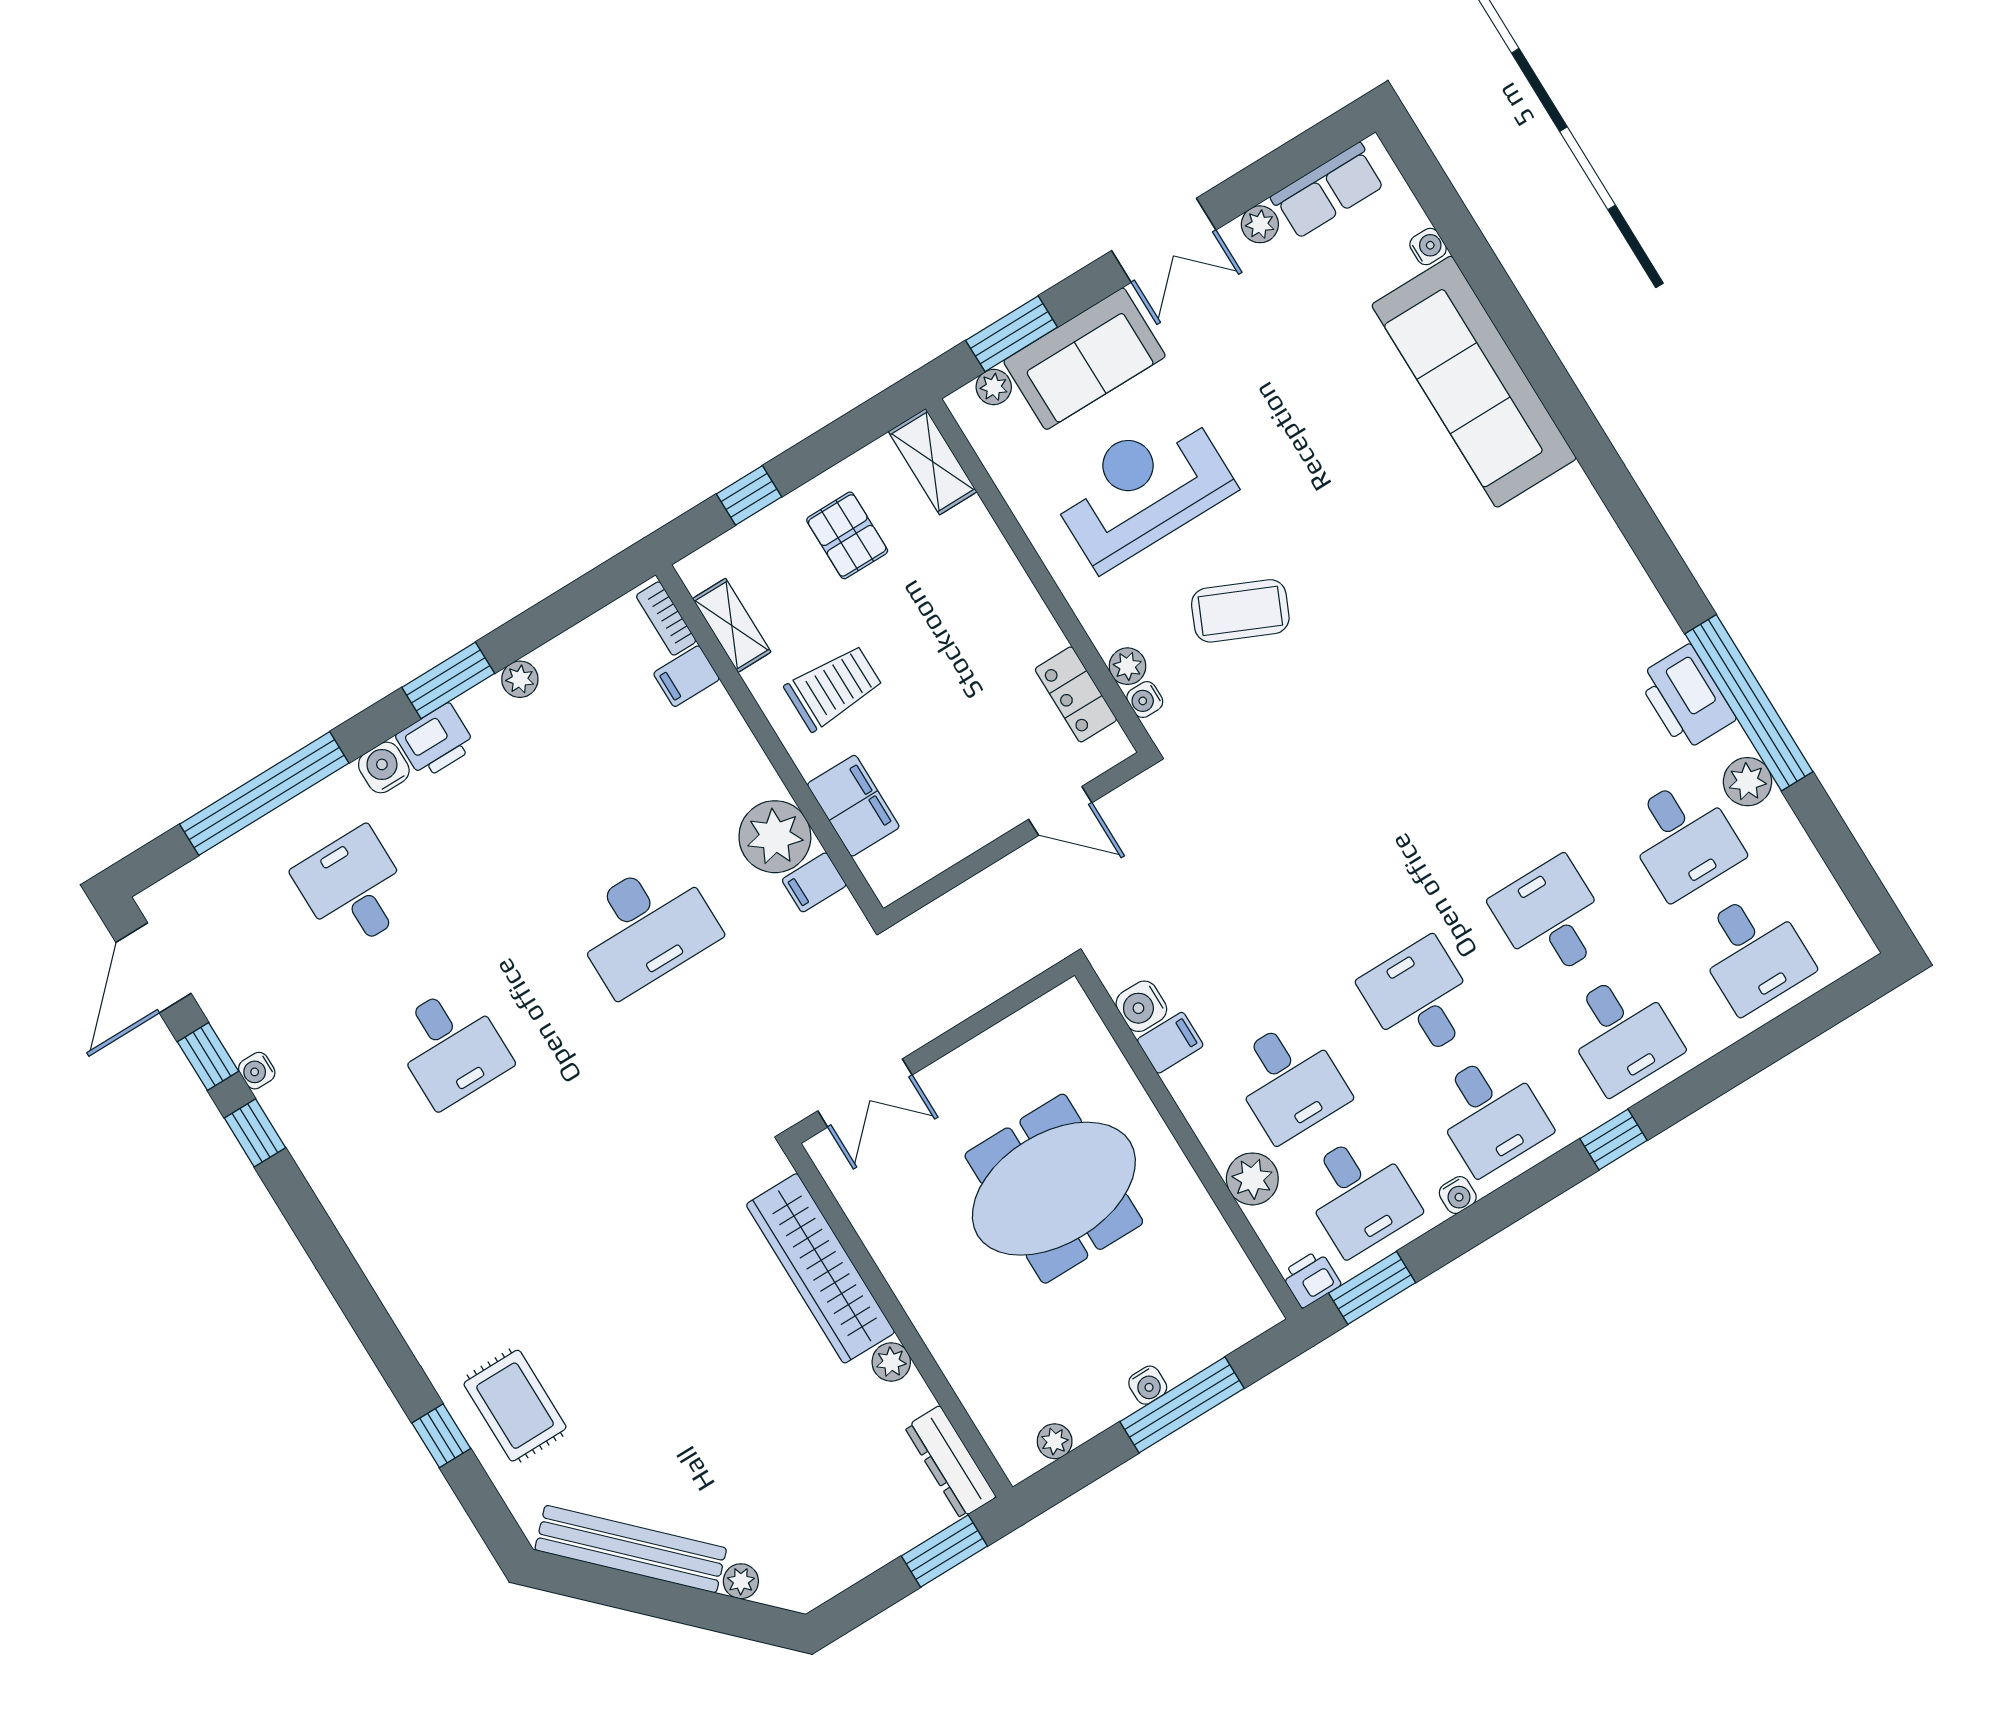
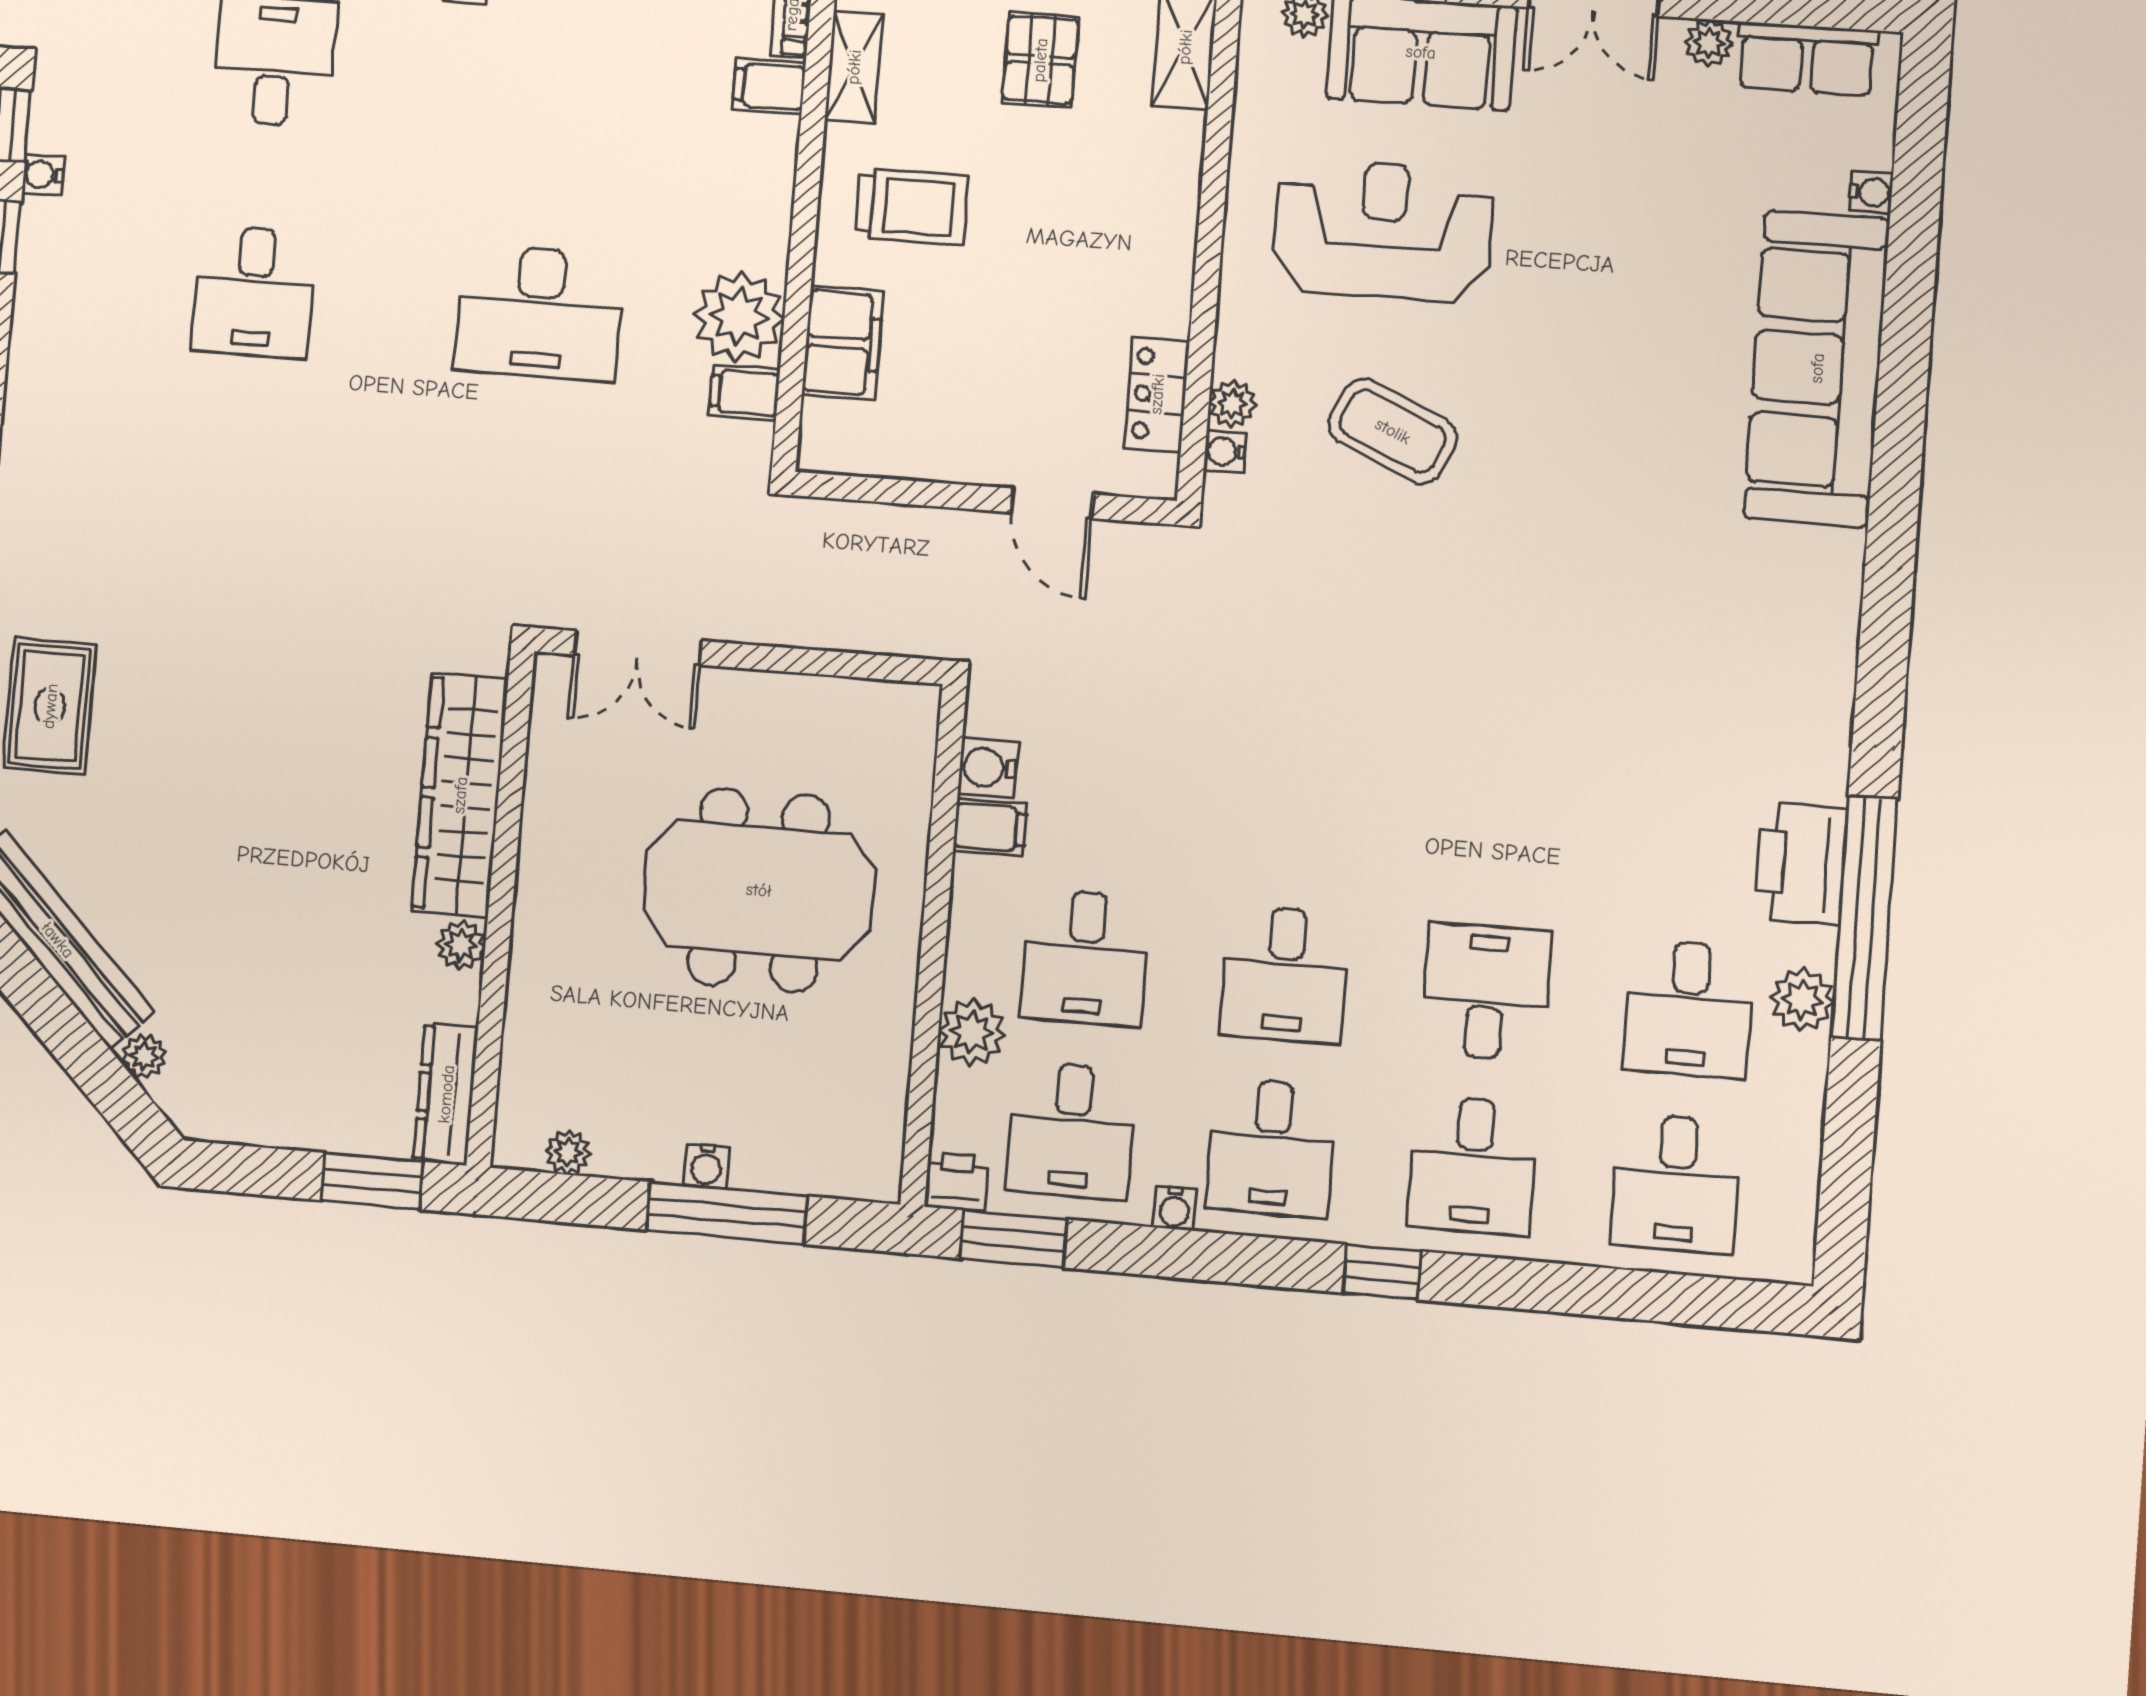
desk: (1420, 999) -> (1285, 974), turned 180

